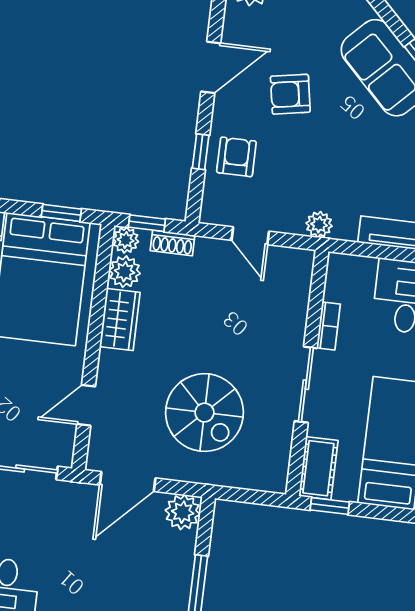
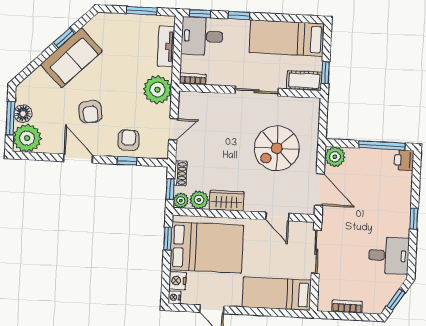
armchair: (236, 157) -> (129, 140), turned 90
plant: (319, 225) -> (157, 90), width x1.88, depth x1.88
bookcase: (328, 326) -> (193, 79), moved
spiral stairs: (204, 413) -> (277, 148), turned 180

